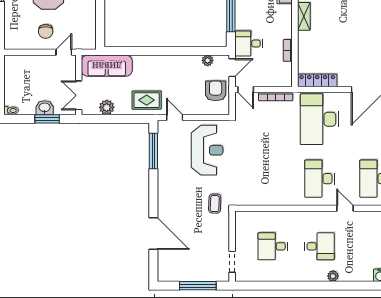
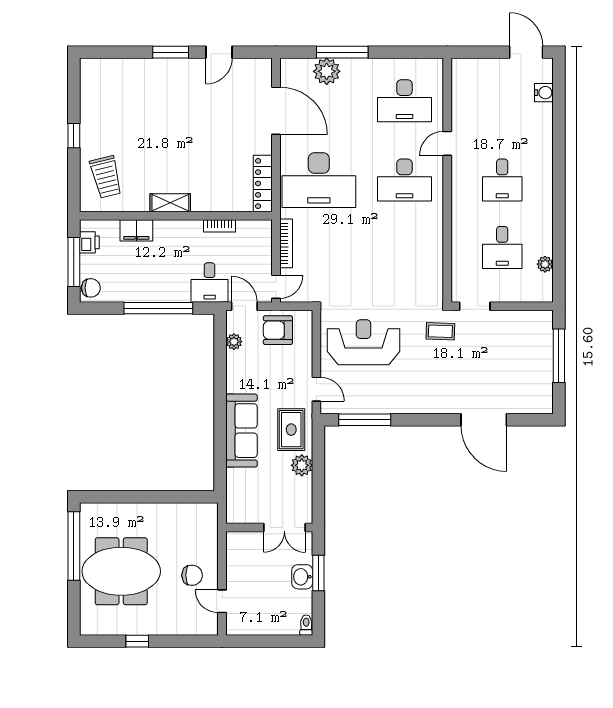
door: (64, 52) -> (222, 601), moved
sofa: (107, 66) -> (241, 431), moved
plant: (107, 107) -> (302, 465), moved
door: (175, 118) -> (316, 389), swing flipped
door: (153, 234) -> (484, 420), swing flipped
desk: (320, 246) -> (502, 180), turned 180
doorway: (232, 262) -> (475, 306), moved
plant: (333, 276) -> (545, 264), moved

